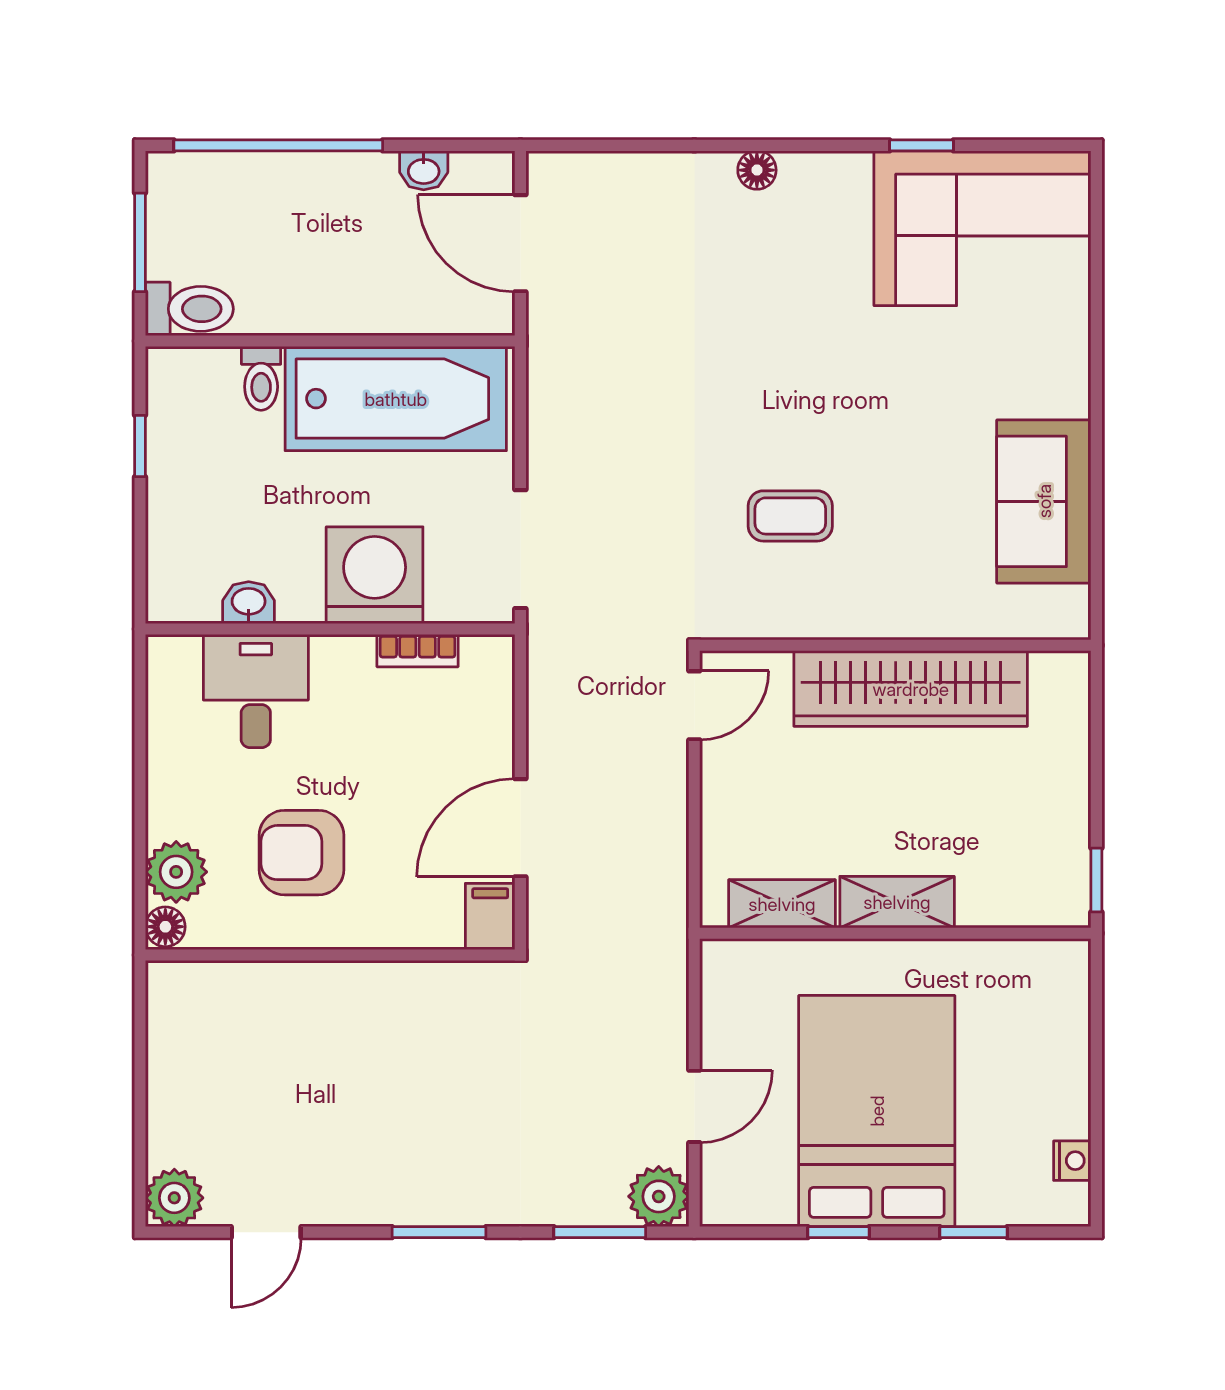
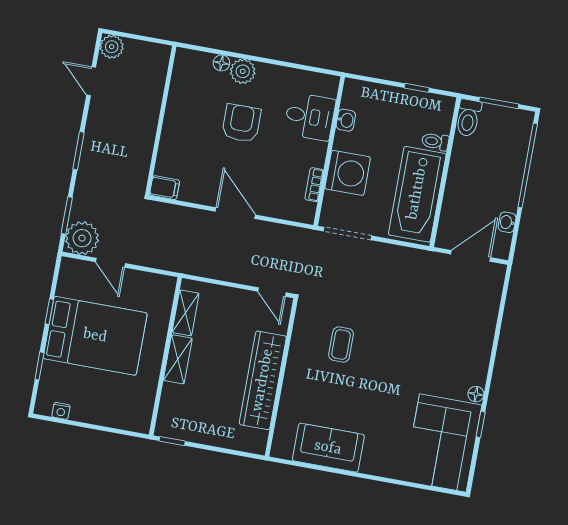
floor lamp: (757, 170) -> (476, 394), moved
filing cabinet: (490, 916) -> (165, 188), moved
wall: (330, 955) -> (161, 120), moved
plant: (659, 1196) -> (82, 238), width x1.36, depth x1.36

